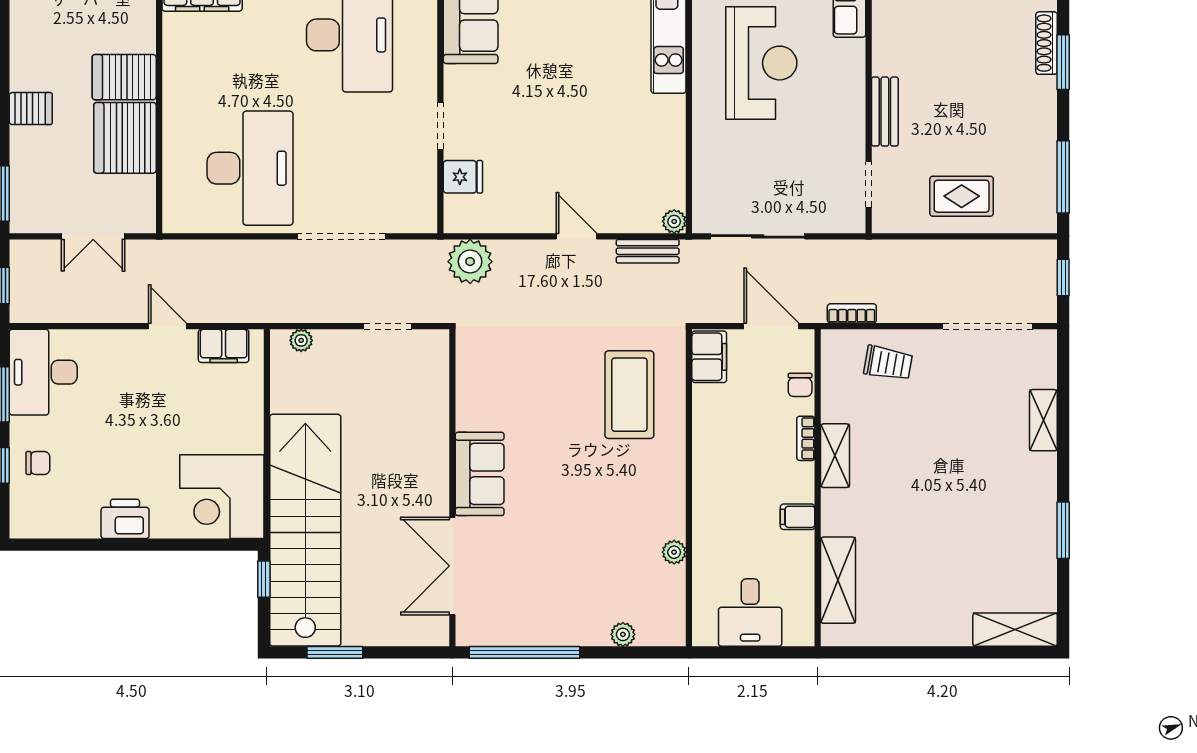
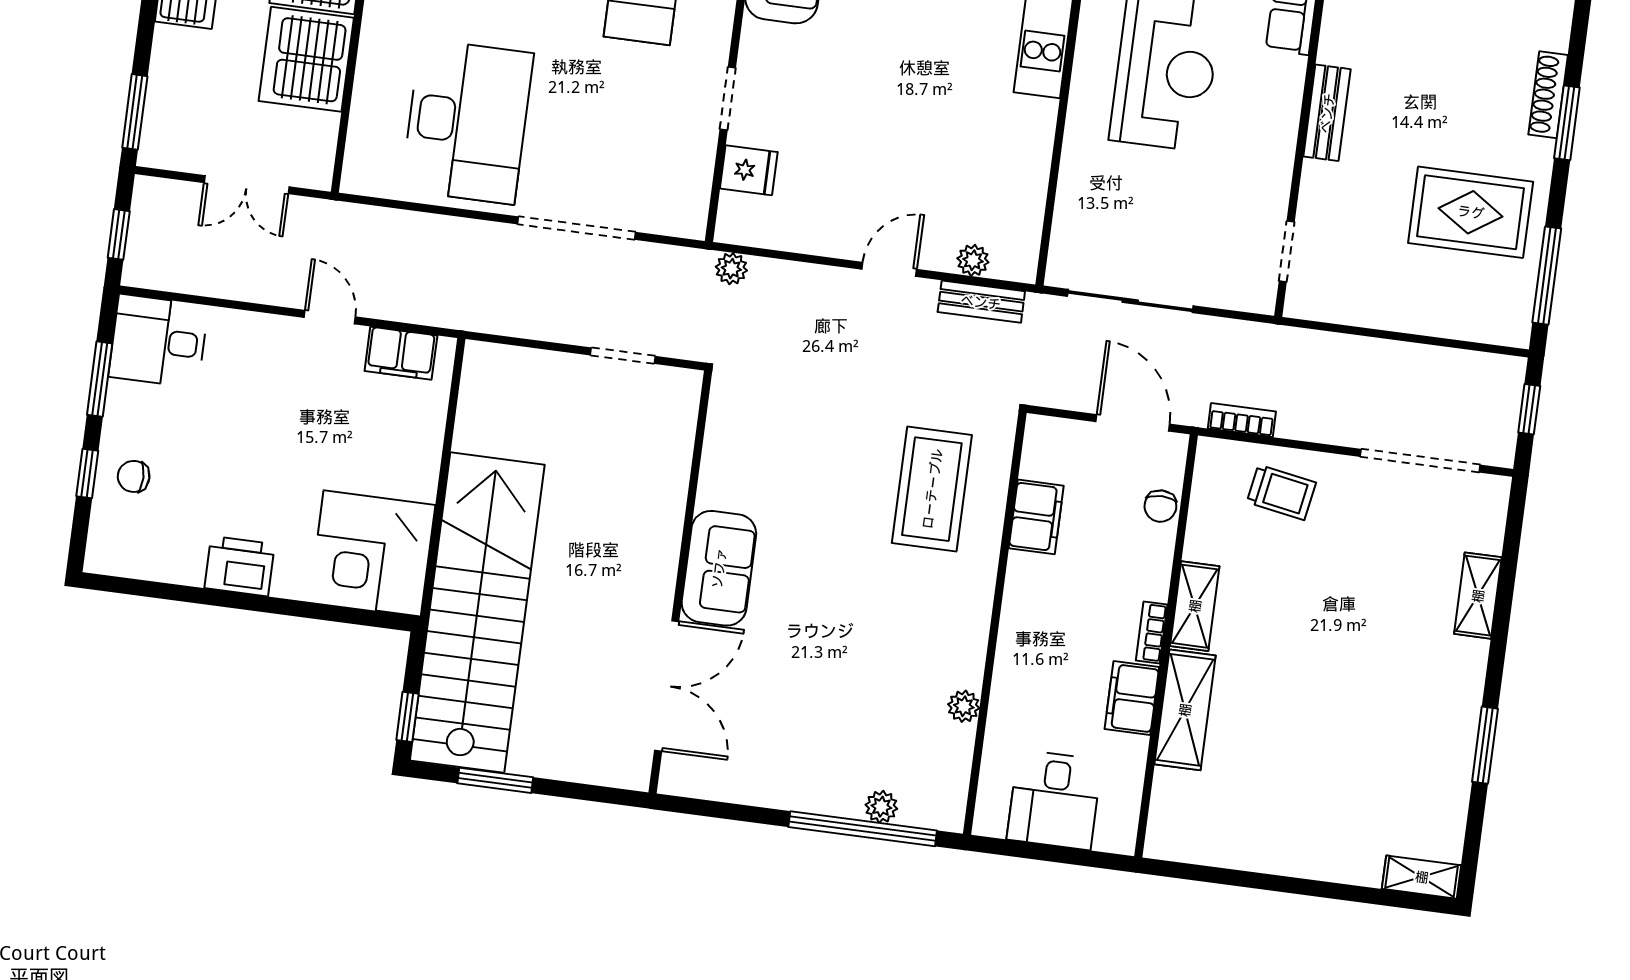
bench: (885, 112) -> (1327, 113), moved
rug: (962, 196) -> (1471, 212), moved, width x1.36, depth x1.43
plant: (674, 221) -> (973, 260), moved
door: (576, 236) -> (889, 269), hinge flipped
plant: (470, 262) -> (731, 269), width x0.53, depth x0.53
plant: (301, 340) -> (505, 359), removed
filing cabinet: (709, 357) -> (1036, 517), moved
desk: (43, 372) -> (159, 341), width x0.73
bookcase: (806, 438) -> (1152, 633), moved
chair: (38, 463) -> (134, 476), turned 180
filing cabinet: (798, 517) -> (1132, 698), width x2.00
double door: (452, 566) -> (667, 686), swing flipped
window: (264, 579) -> (407, 717), moved
shelving: (838, 580) -> (1185, 710), moved
shelving: (1015, 630) -> (1422, 877), width x0.67, depth x0.75
window: (525, 652) -> (863, 829), moved

